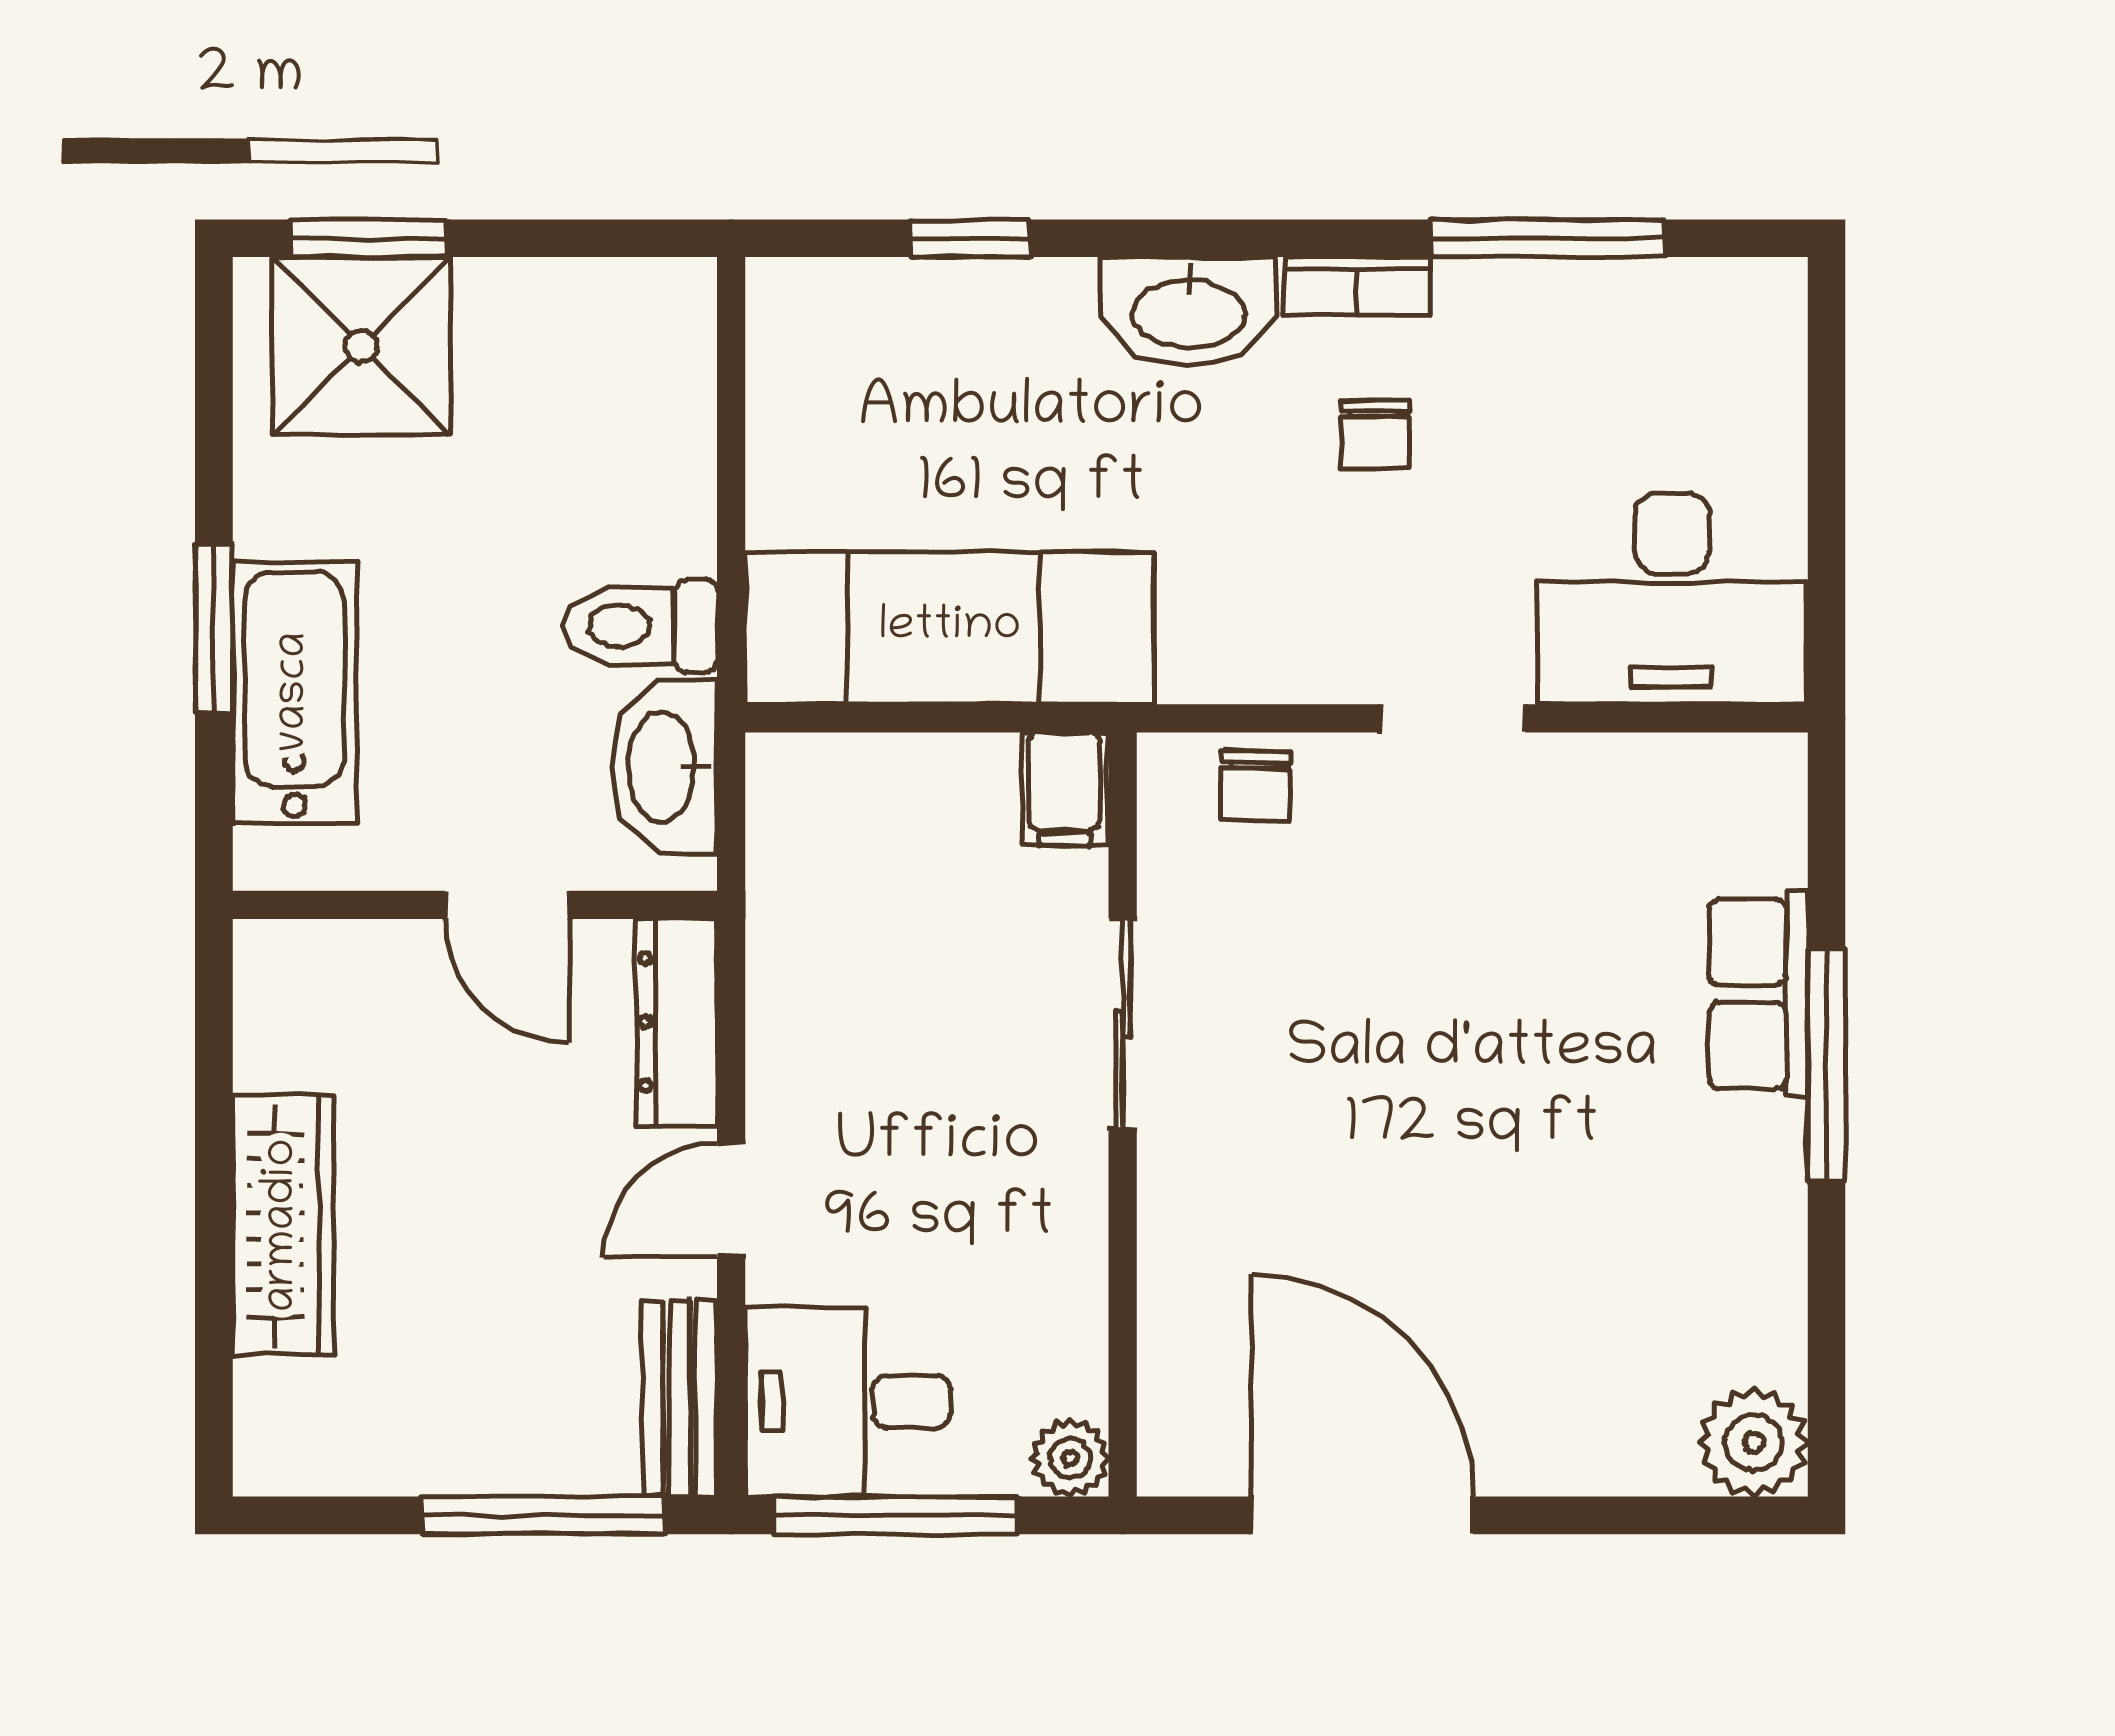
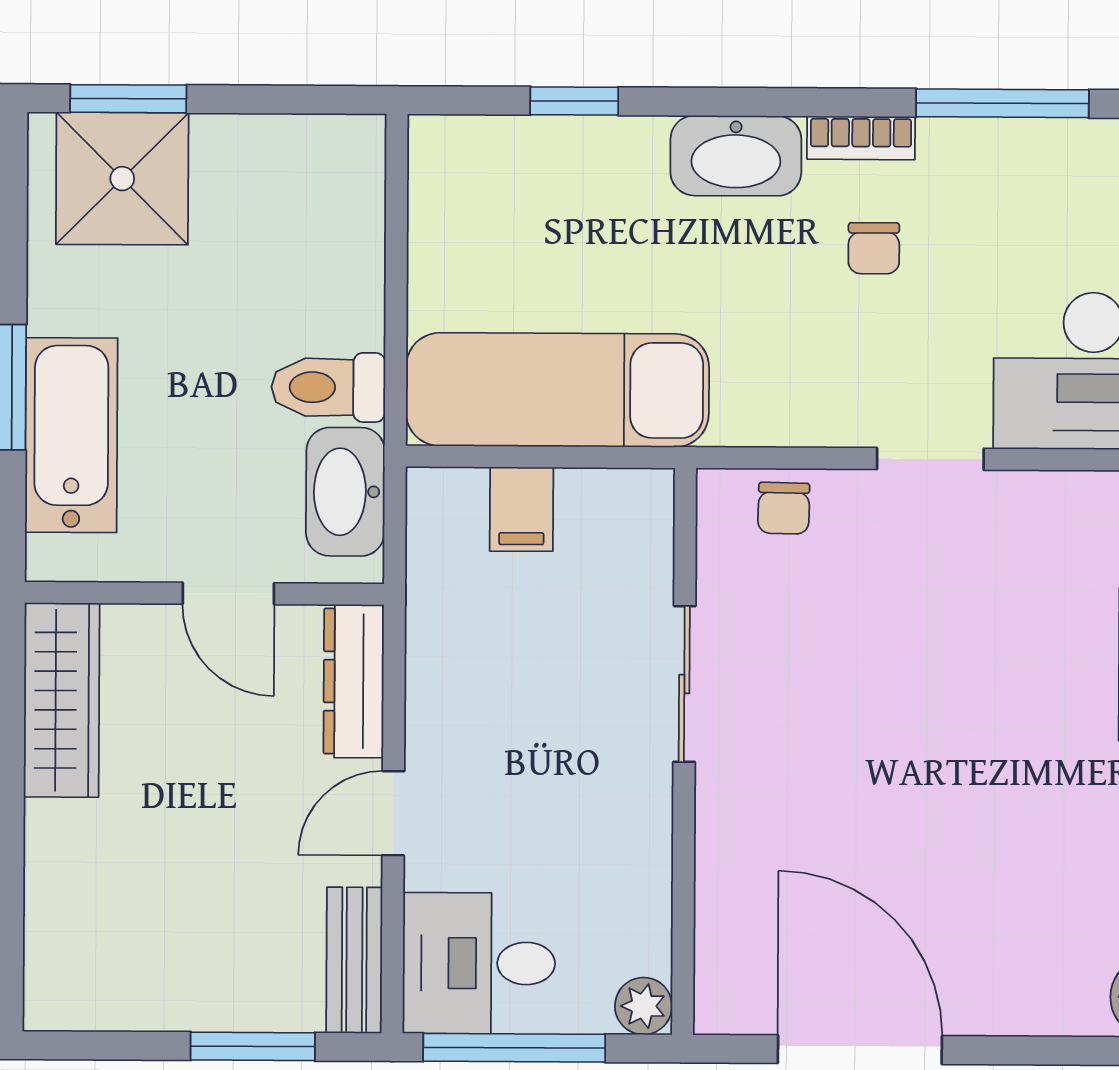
filing cabinet: (1064, 789) -> (521, 509), moved
wardrobe: (283, 1225) -> (62, 700), moved
window: (543, 1515) -> (253, 1046), width x0.69

